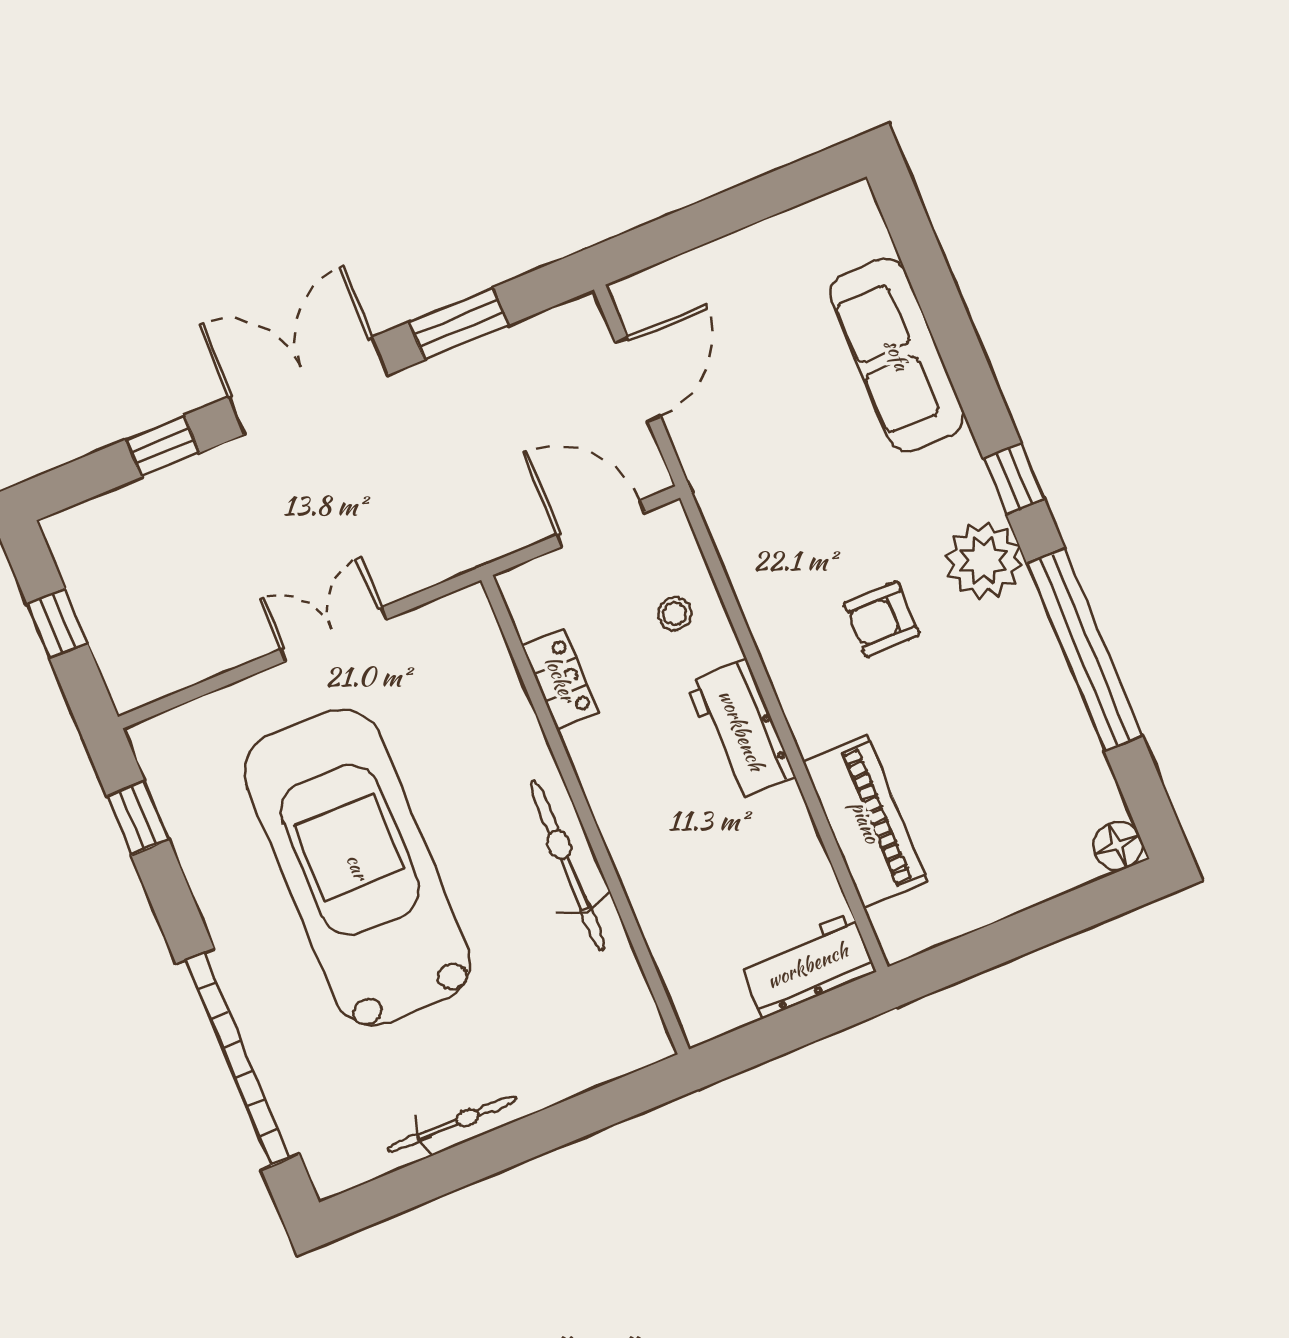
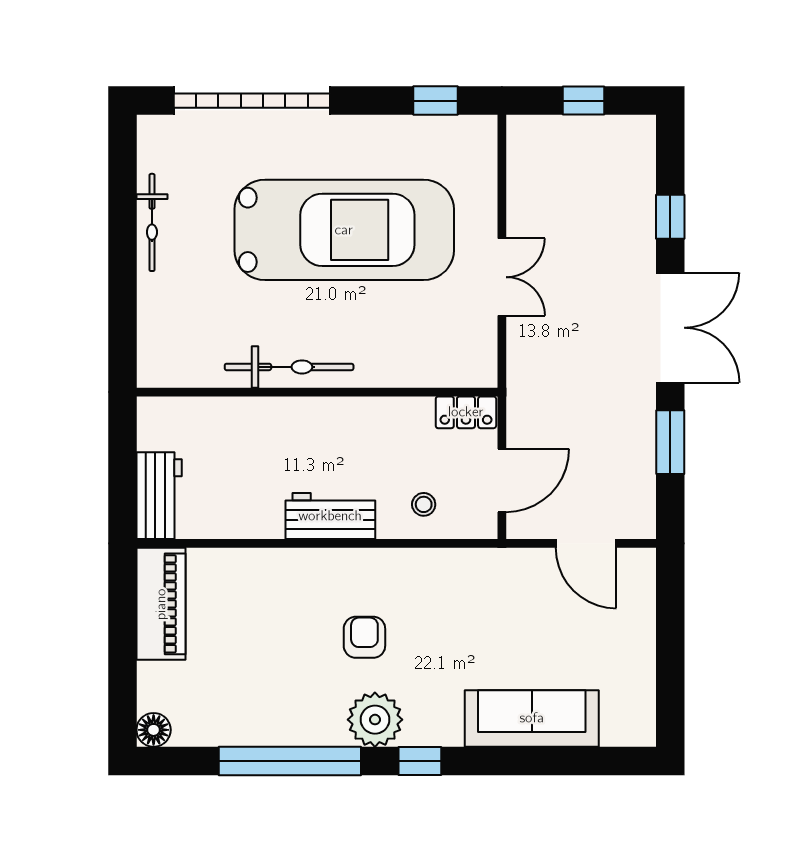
locker: (560, 679) -> (466, 412), moved
piano: (865, 822) -> (161, 604), moved, turned -90

